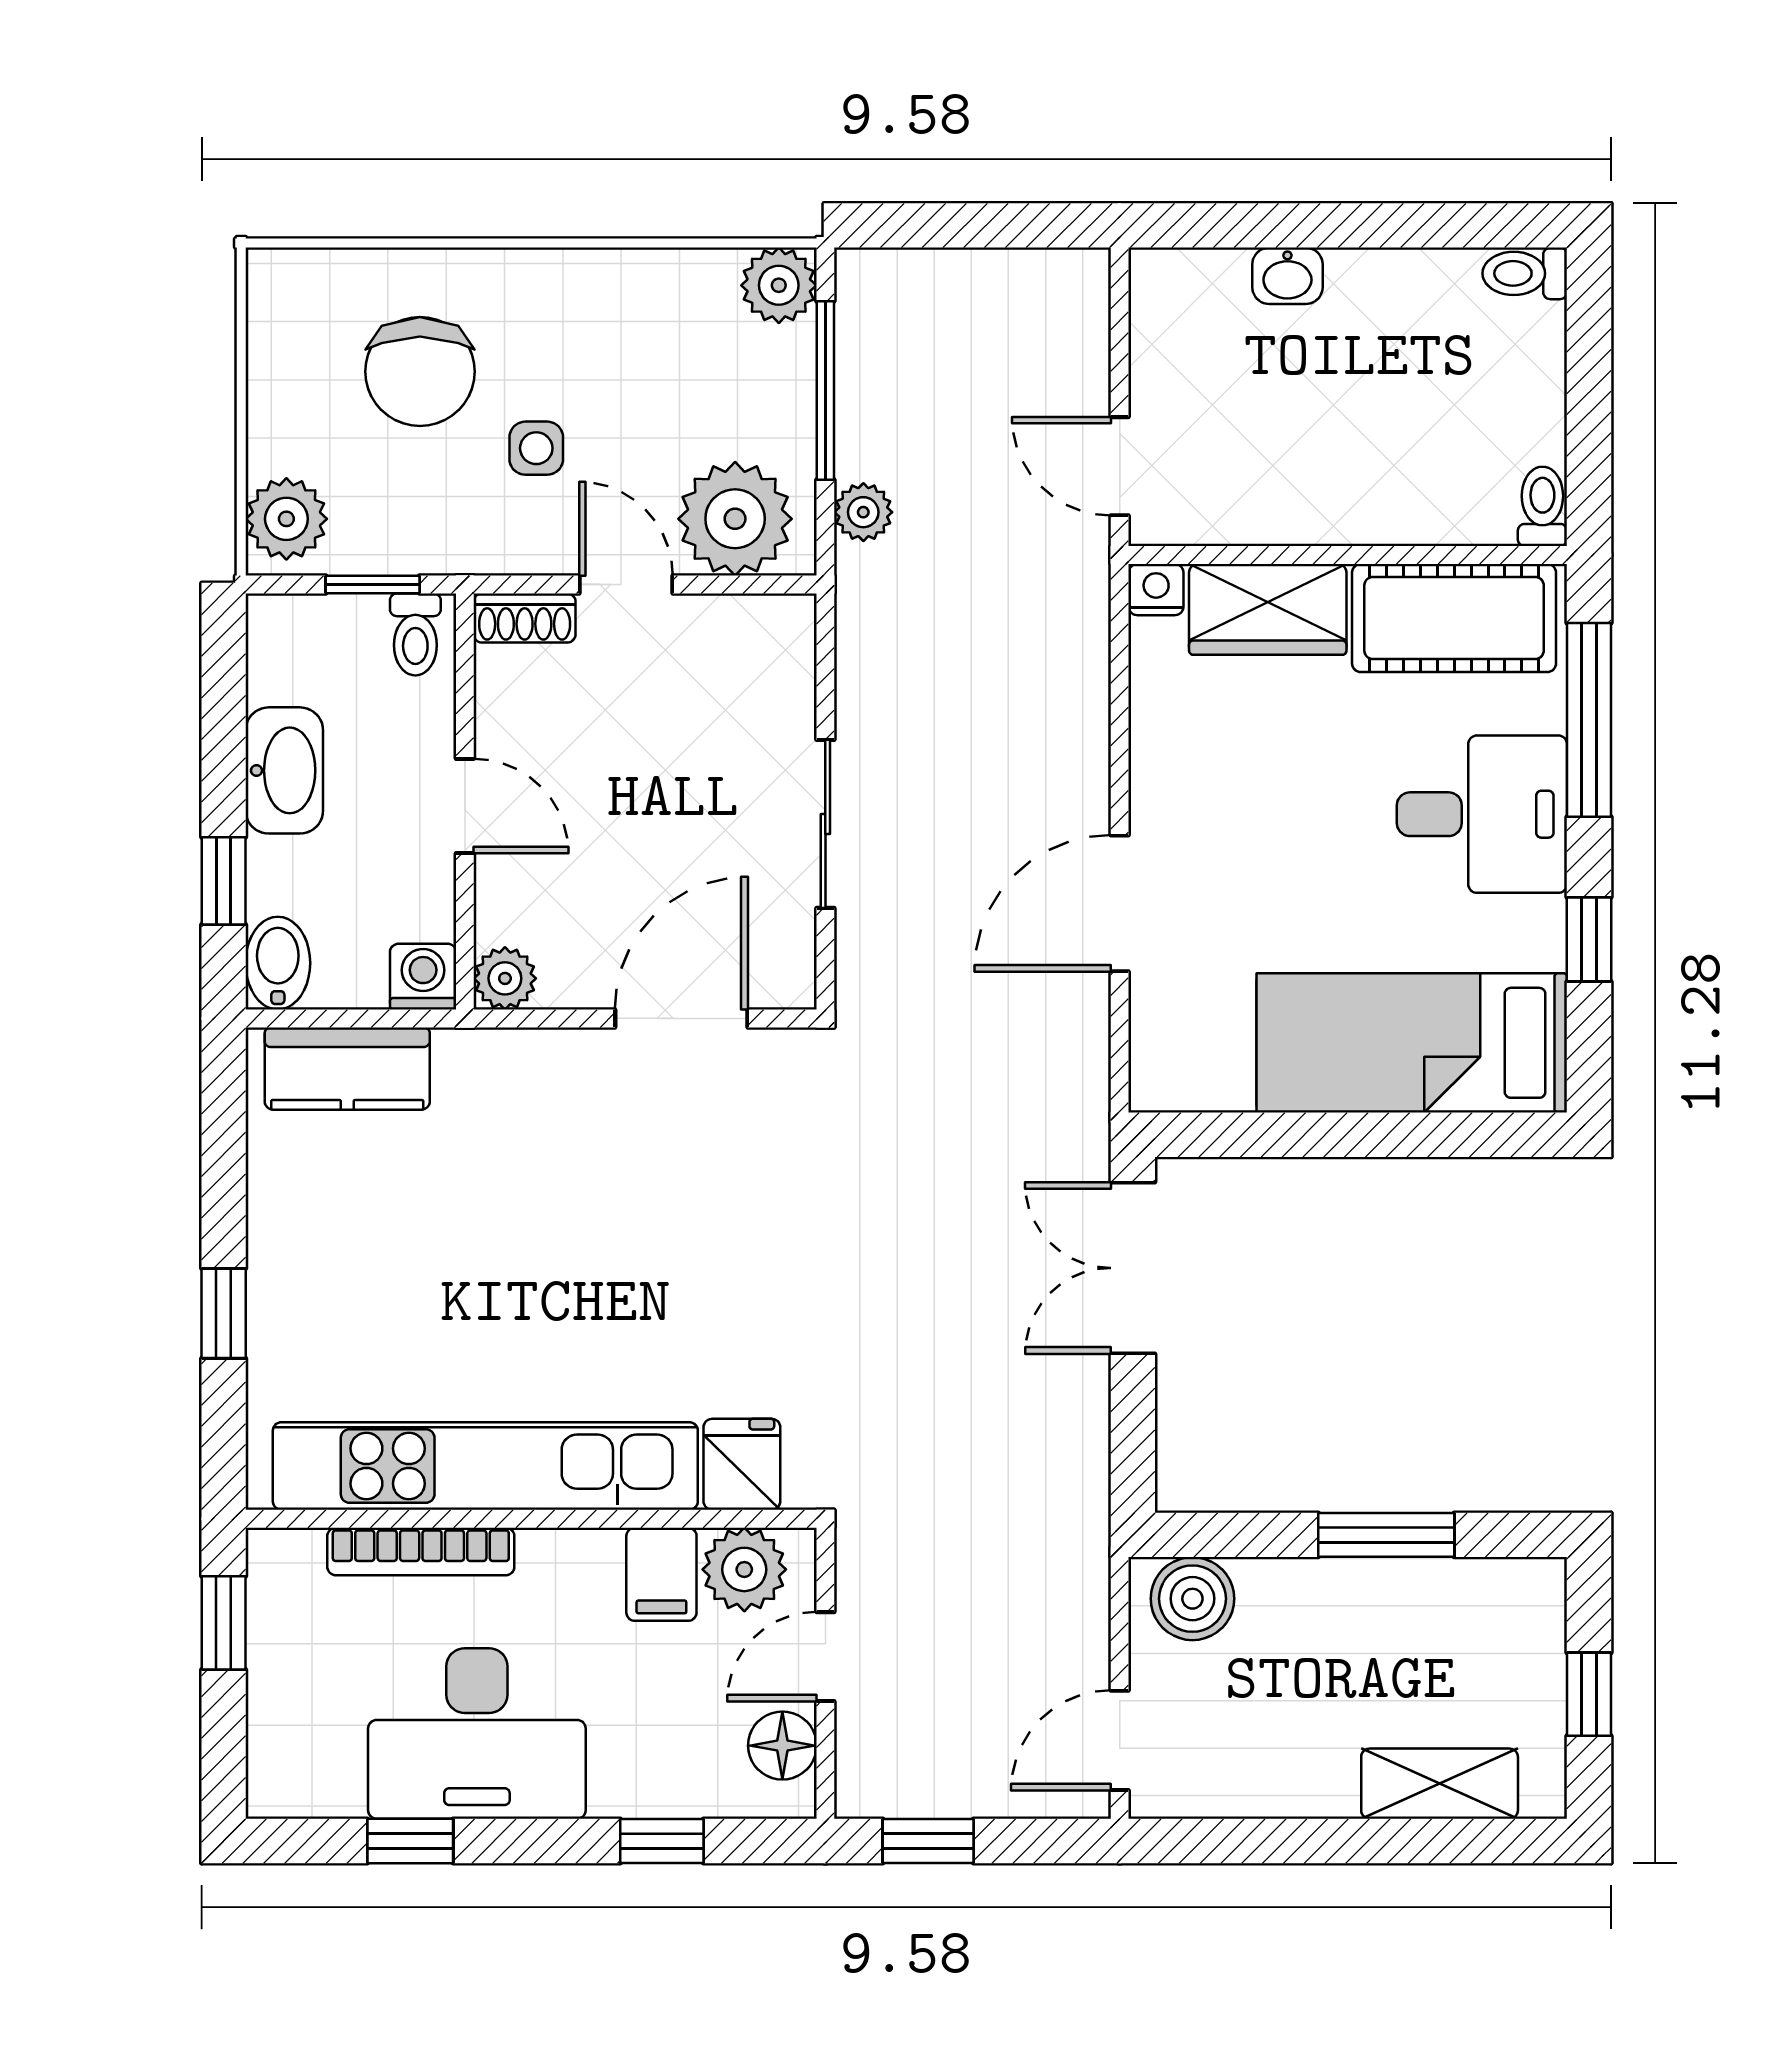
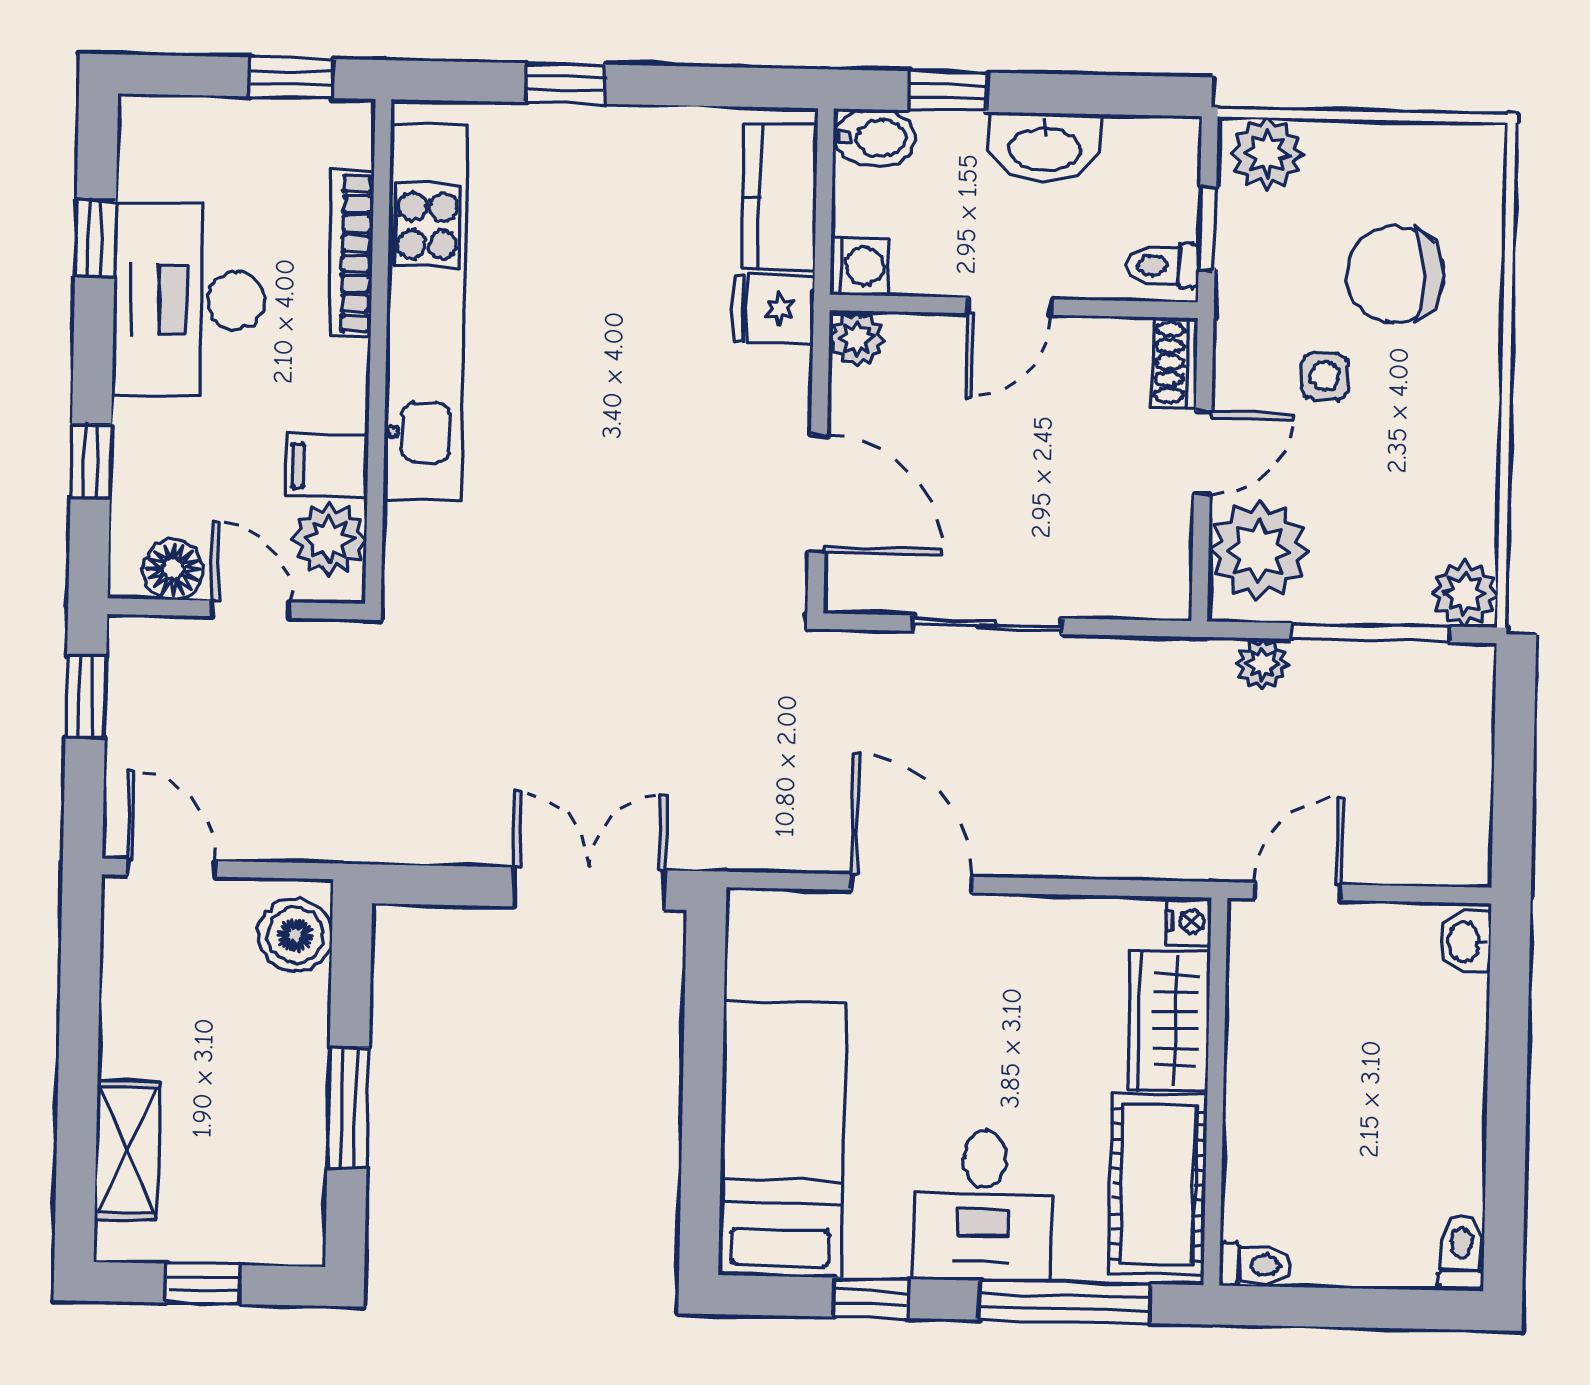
washbasin: (1287, 276) -> (1465, 942), moved
fridge: (742, 1464) -> (774, 309), moved, turned 180

